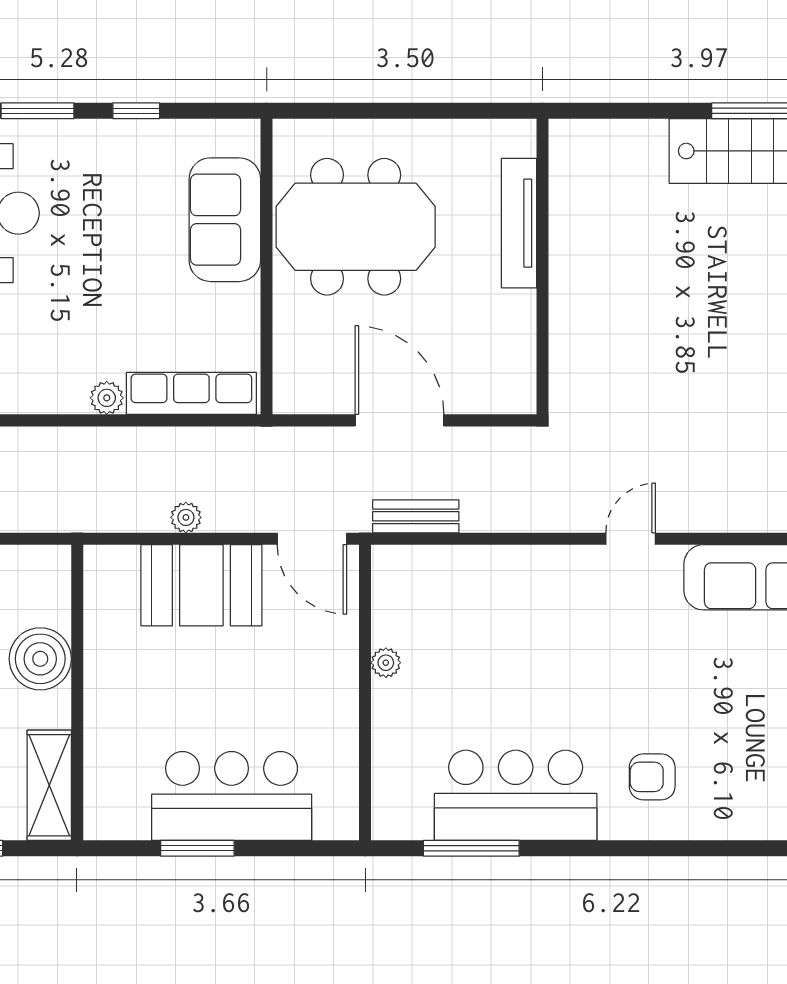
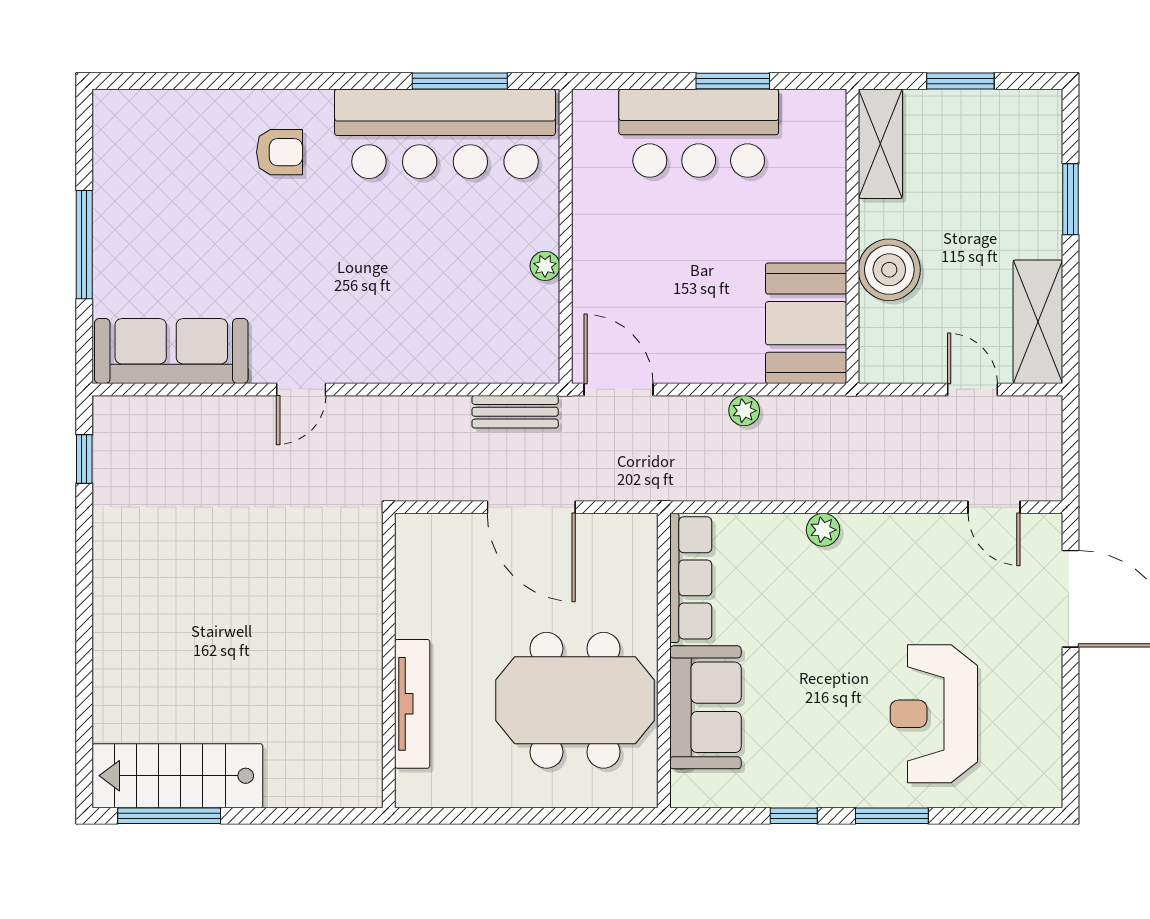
row of seats: (191, 393) -> (691, 578), moved, turned -90
booth: (201, 585) -> (806, 323), moved, turned 90
bar counter: (516, 795) -> (445, 134), width x1.36

